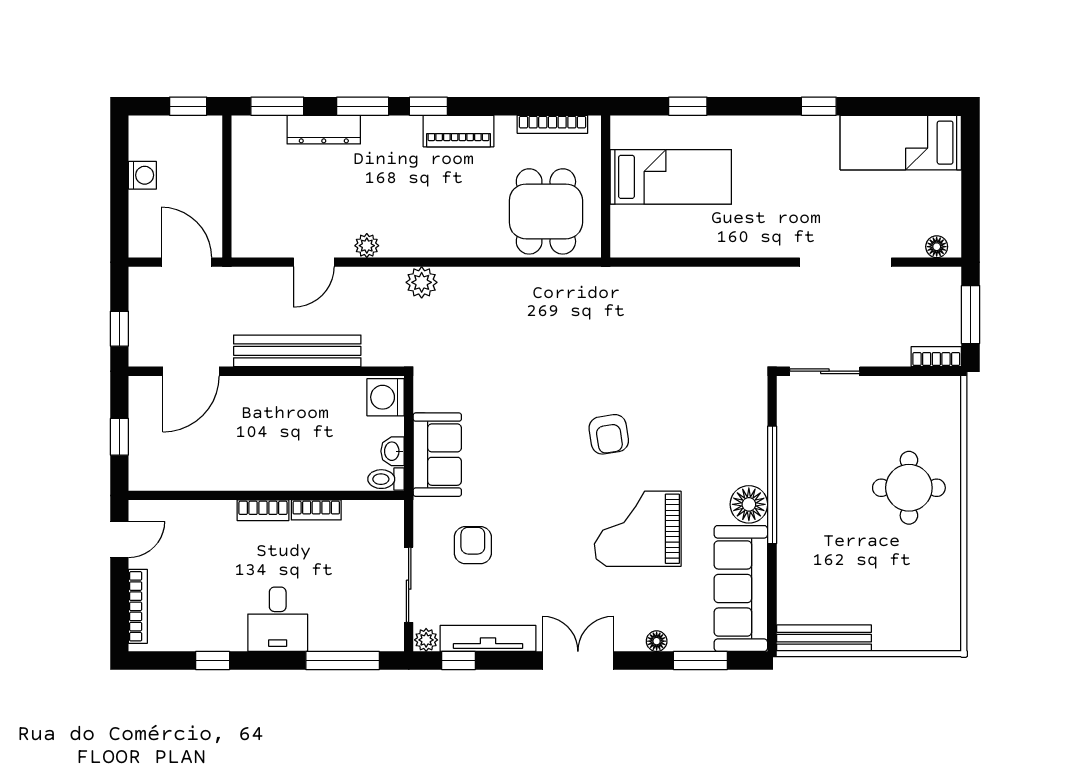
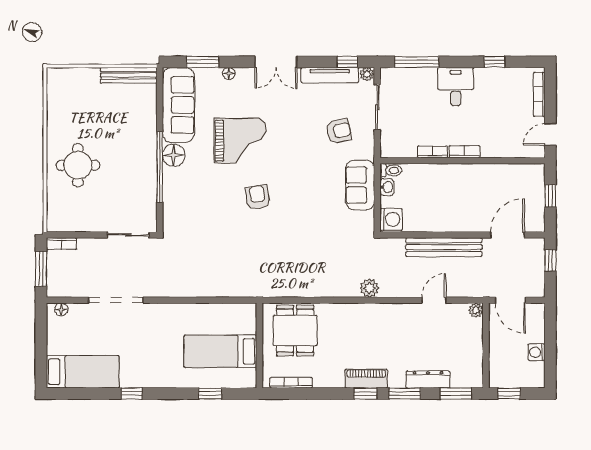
piano: (458, 131) -> (366, 379), moved
plant: (367, 246) -> (476, 310), moved
armchair: (473, 545) -> (339, 131), turned -102

